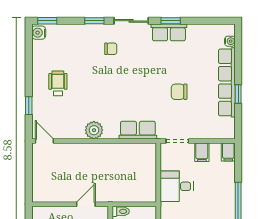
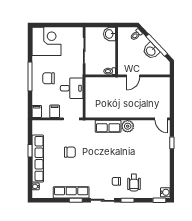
row of seats: (169, 32) -> (71, 192), width x1.48
wheelchair: (58, 83) -> (134, 183), moved
row of seats: (138, 130) -> (108, 126), moved
chair: (211, 201) -> (49, 78), added

